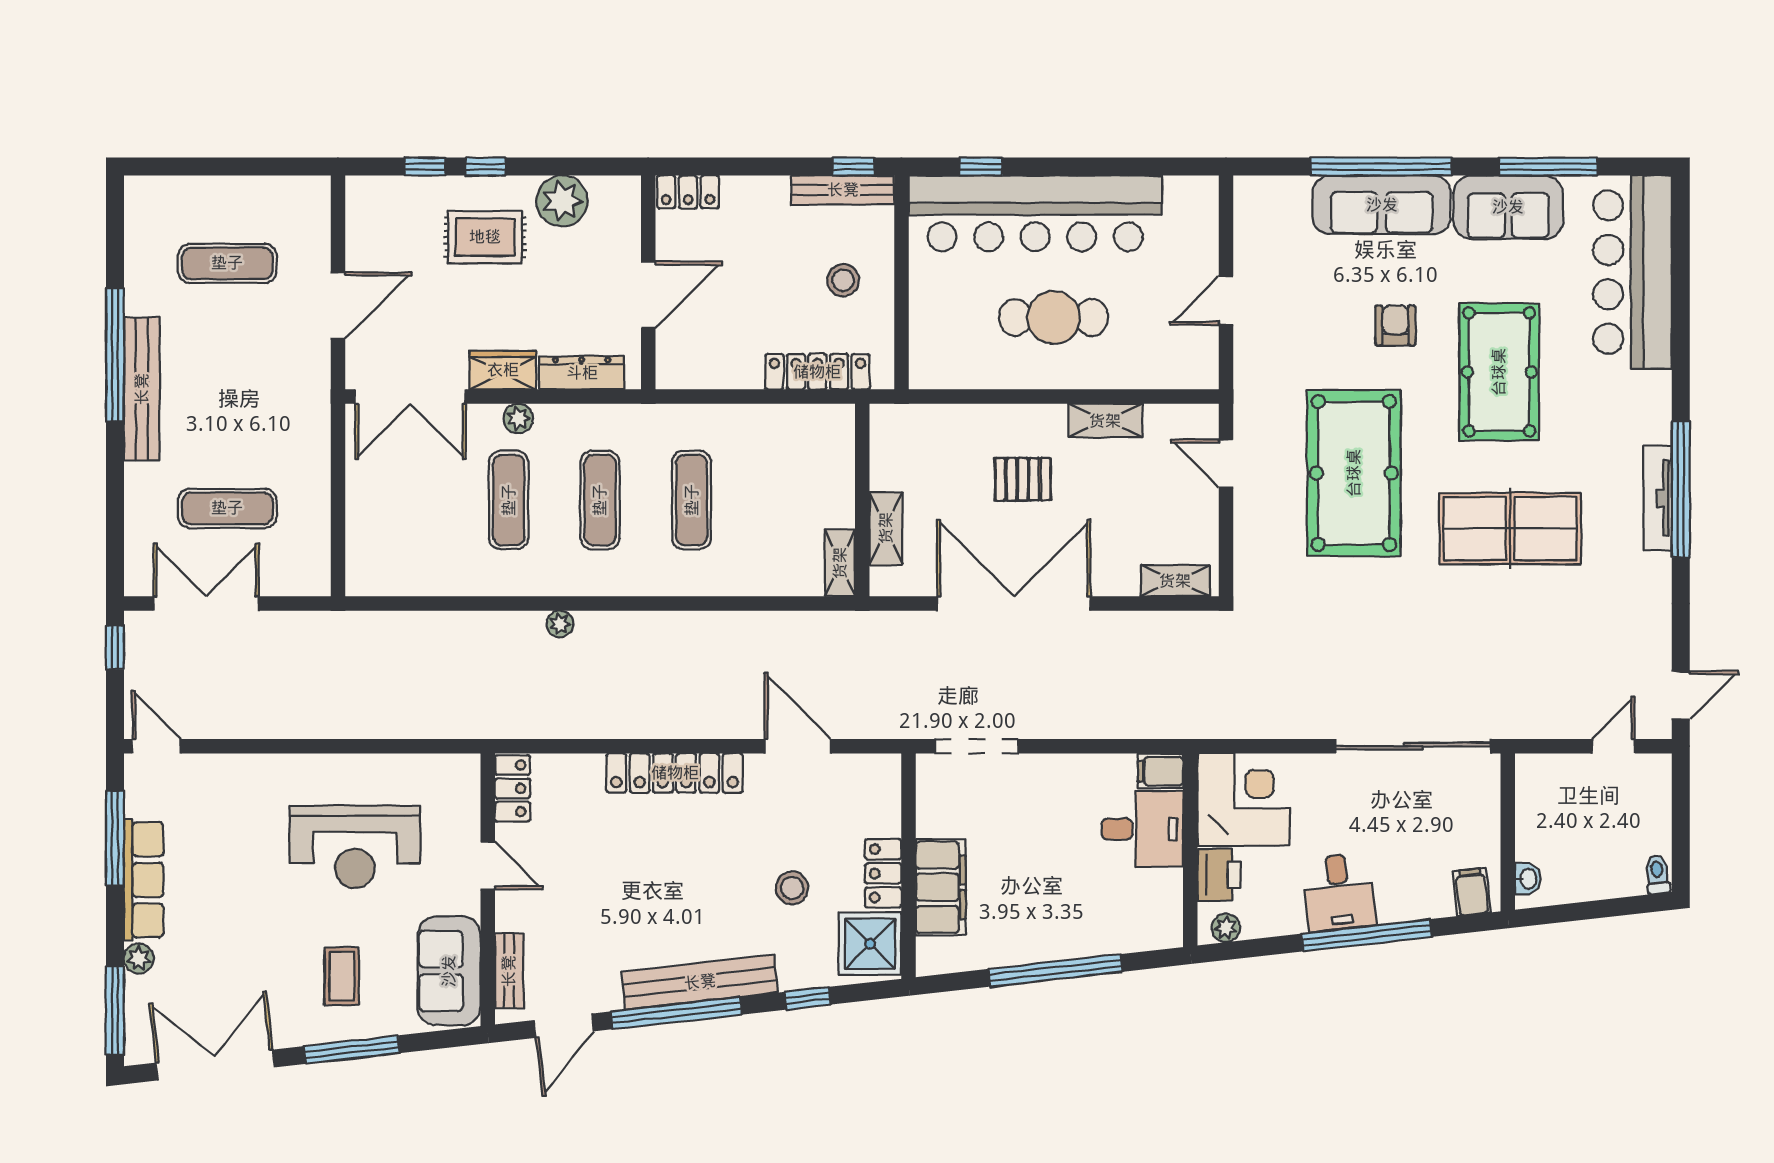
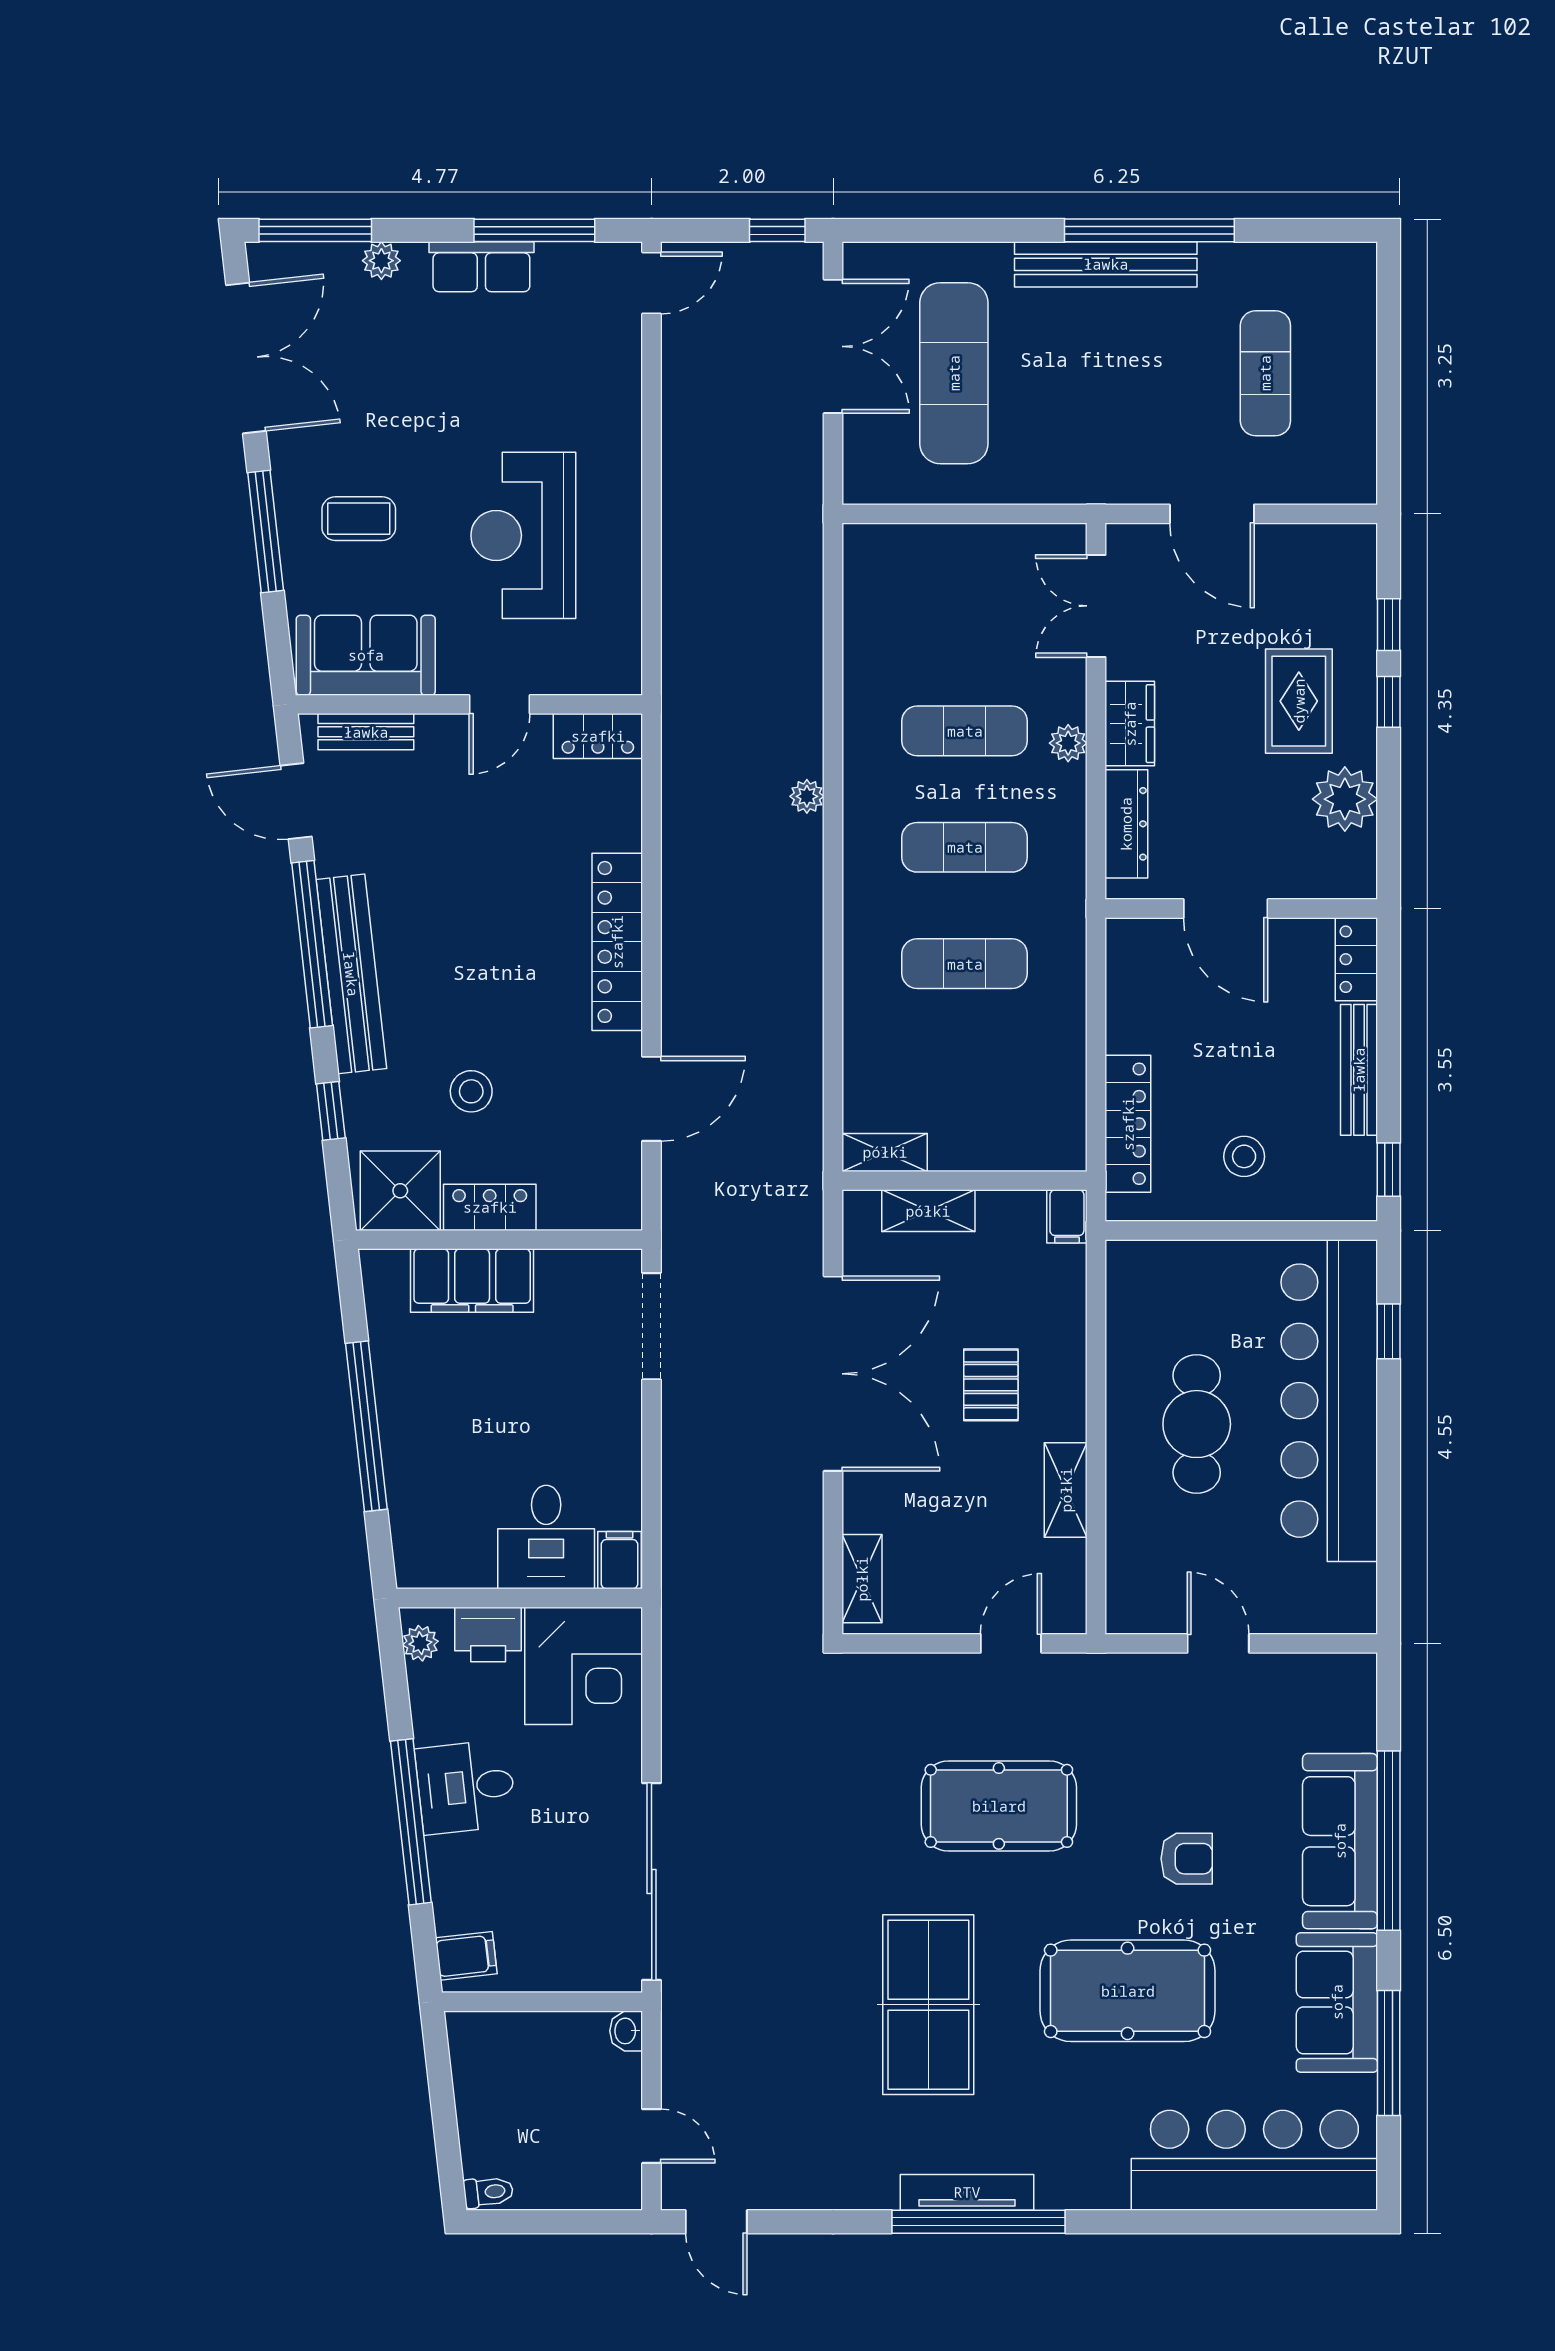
bench: (843, 190) -> (1359, 1070), moved
double door: (410, 397) -> (1096, 606), width x0.73
filing cabinet: (890, 419) -> (1067, 1216), added
pool table: (1354, 473) -> (999, 1806), width x0.73, depth x0.76
exercise mat: (227, 508) -> (954, 373), width x1.36, depth x1.45
washbasin: (1528, 879) -> (626, 2031), moved, turned 90
row of seats: (144, 880) -> (481, 267), width x0.68

